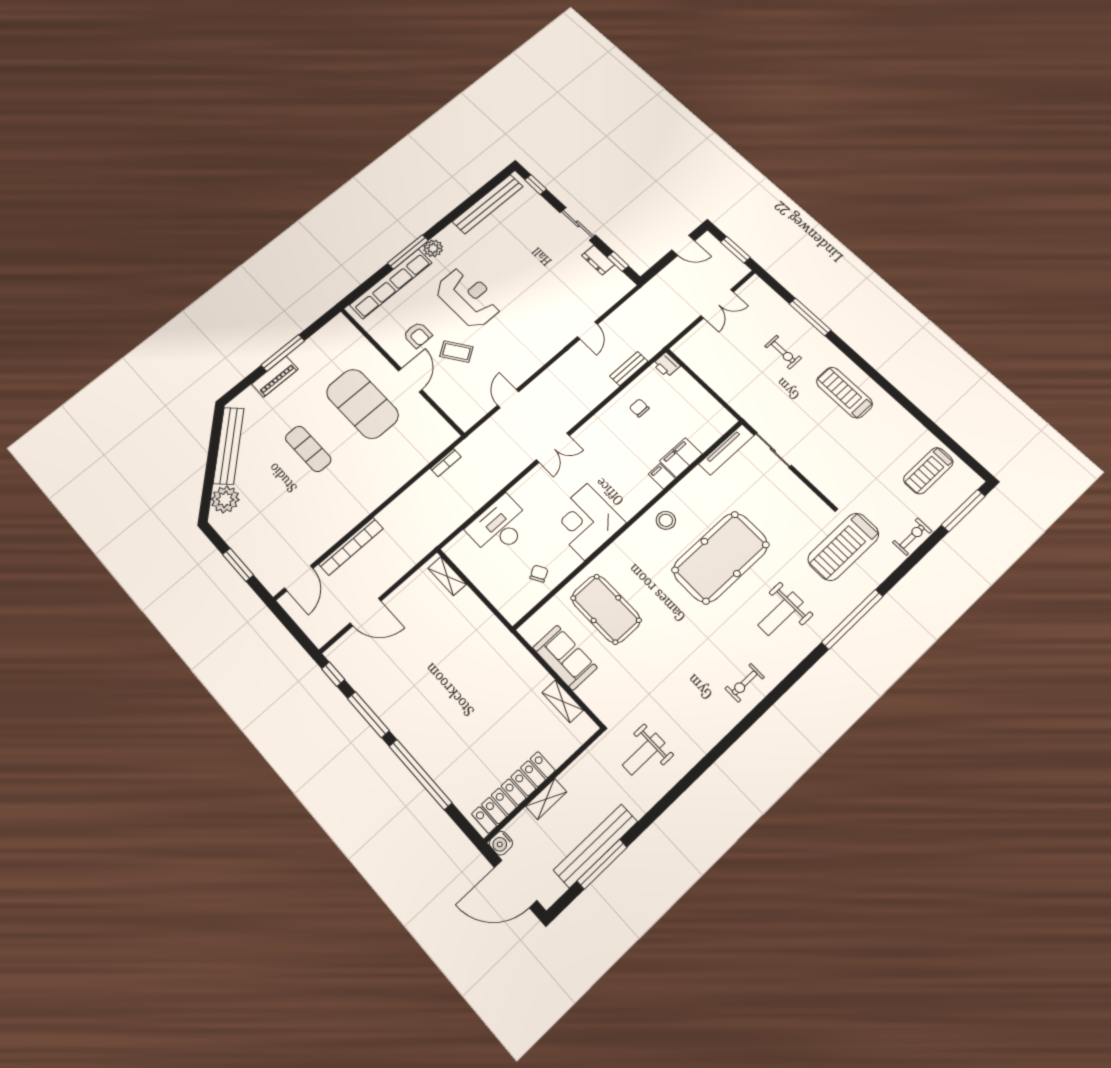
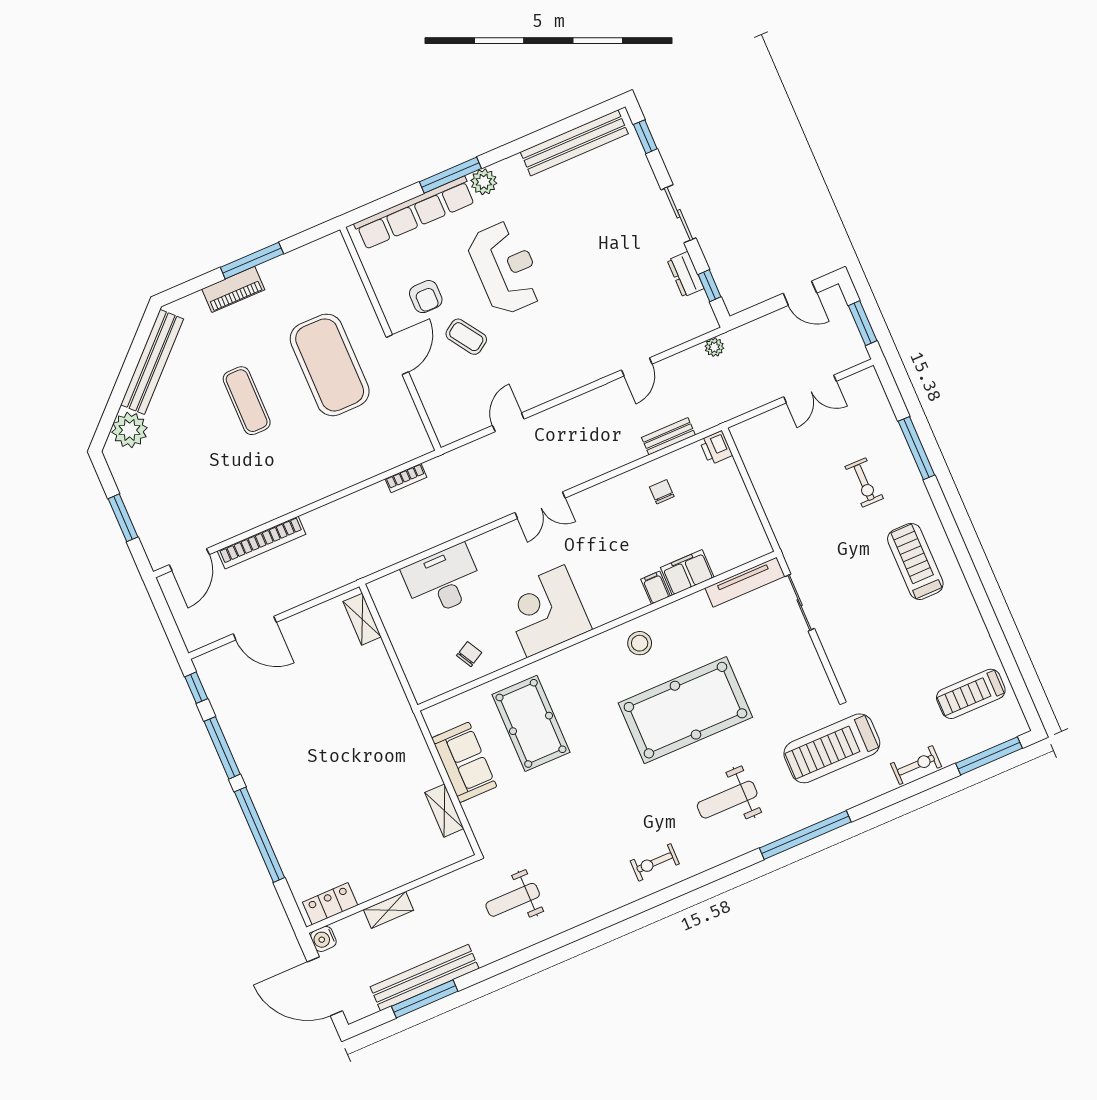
plant: (638, 299) -> (714, 347), added
locker: (514, 792) -> (330, 904), width x0.46, depth x0.83

